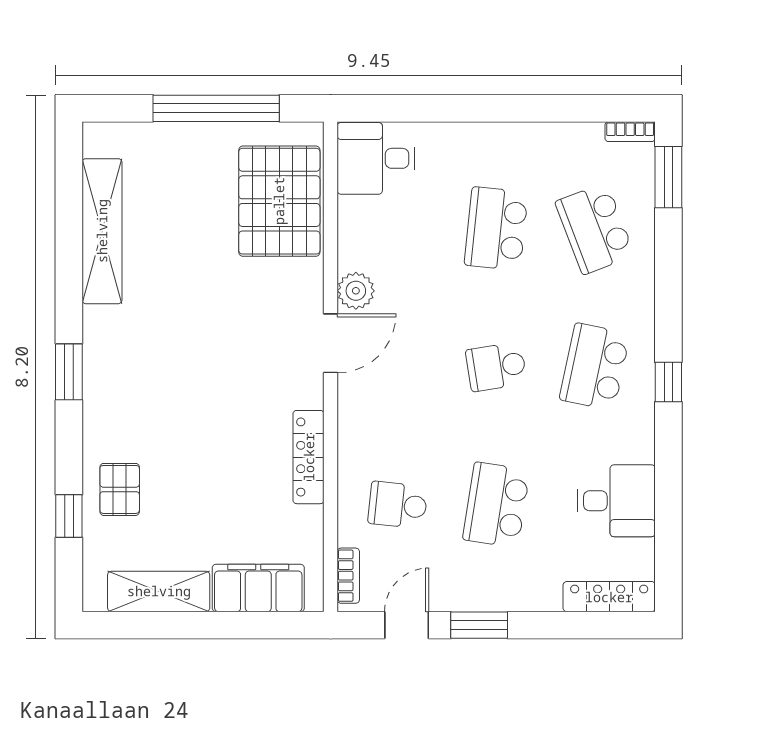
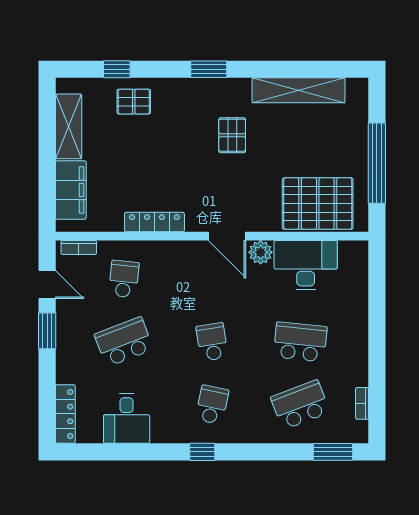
bookcase: (630, 132) -> (362, 403), moved
desk: (376, 158) -> (306, 265), moved, width x1.37
pallet: (172, 335) -> (232, 135), added
school desk: (595, 367) -> (212, 405), width x0.54
school desk: (496, 505) -> (124, 342), turned -30

